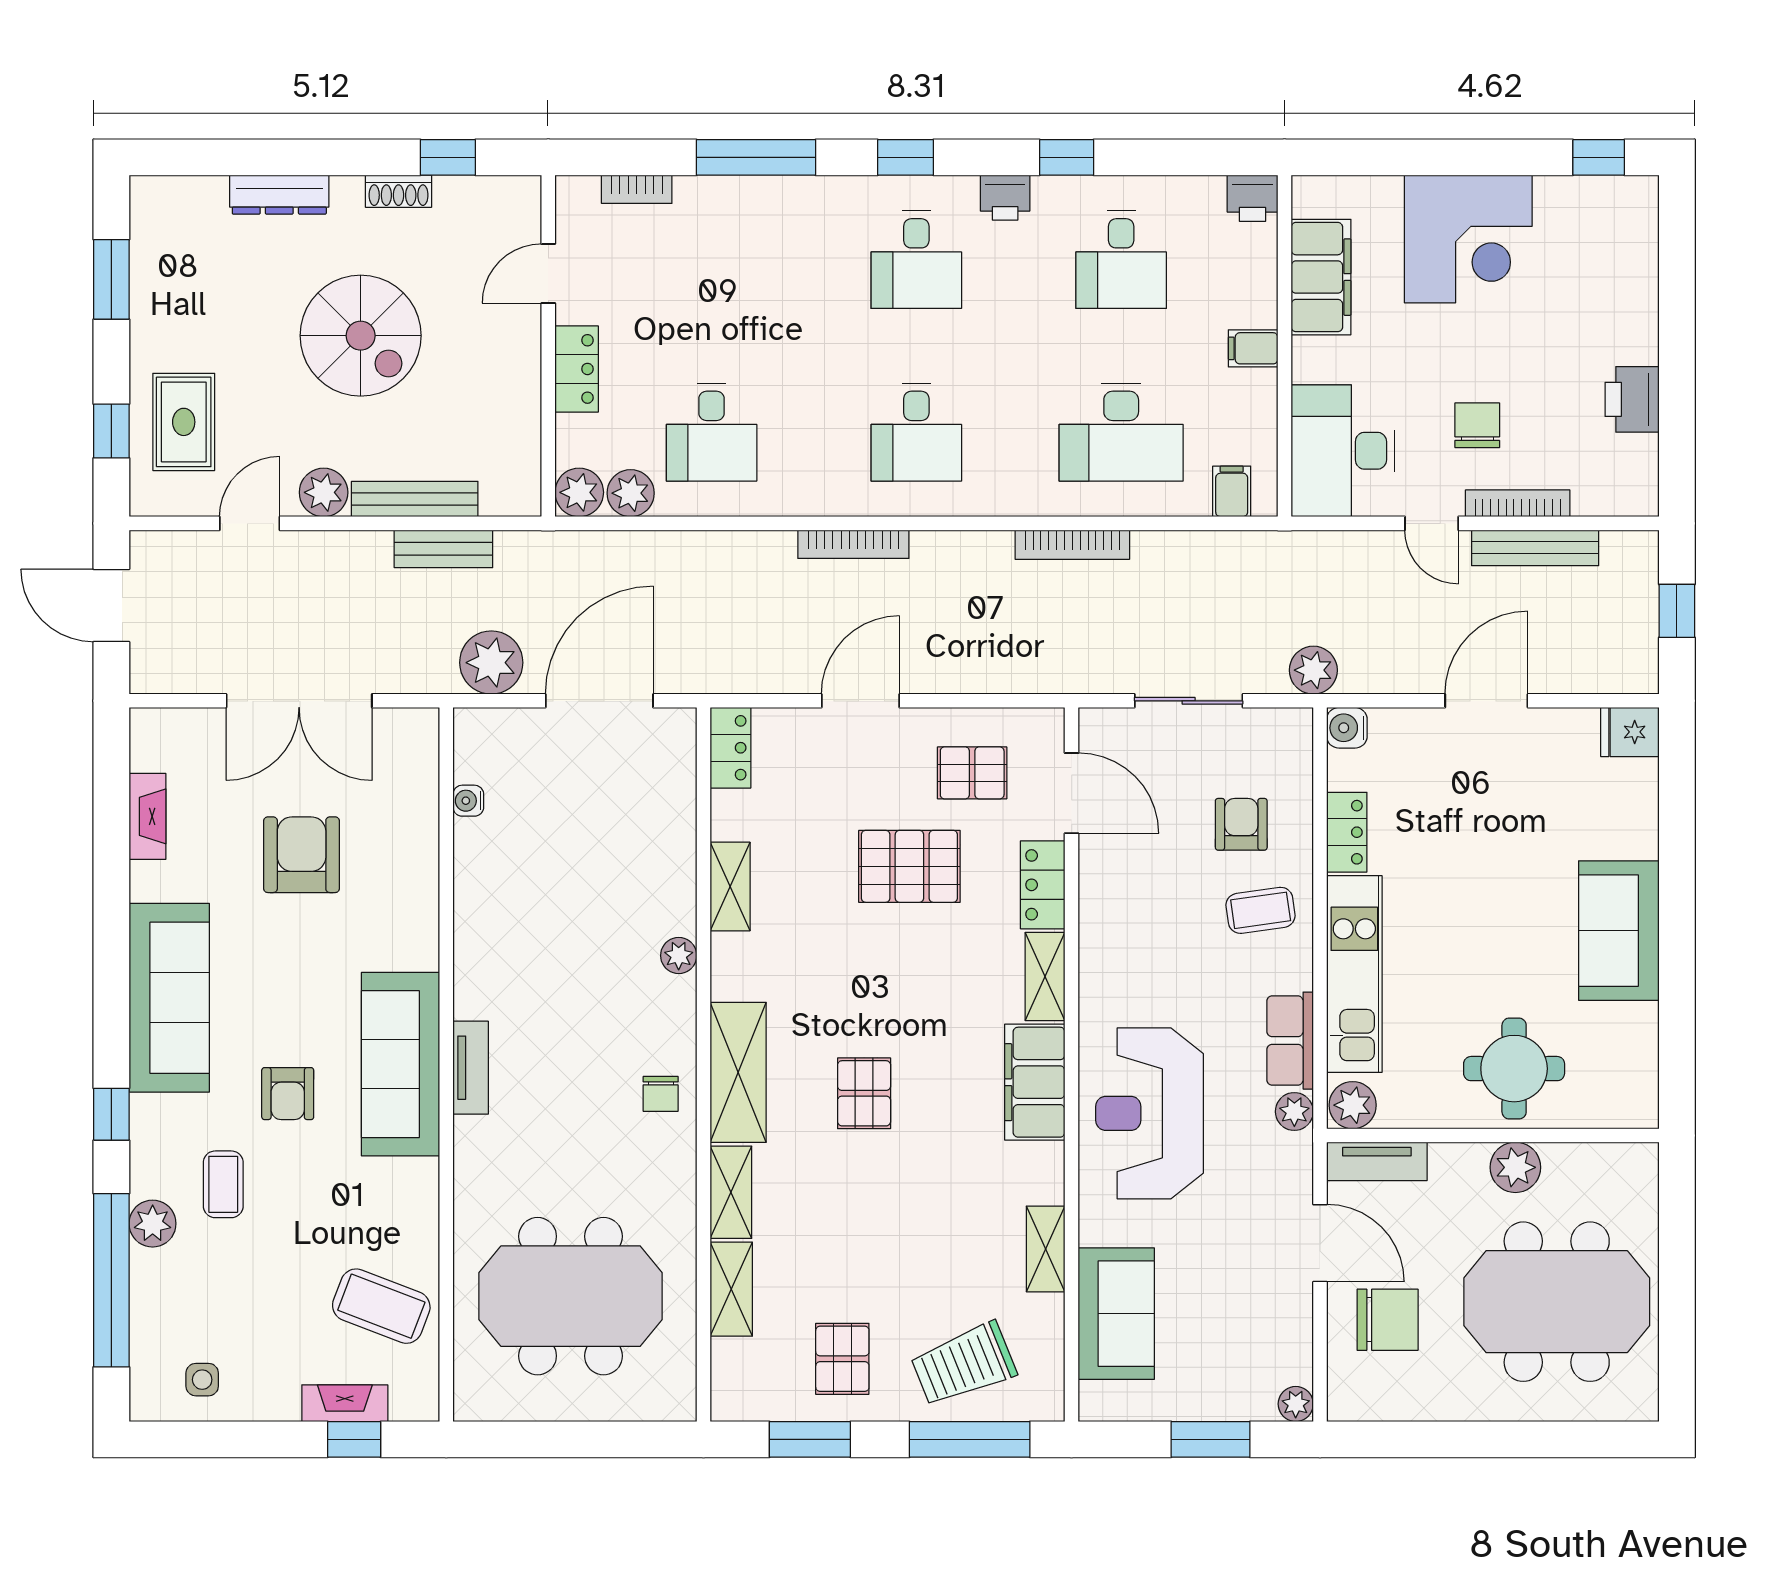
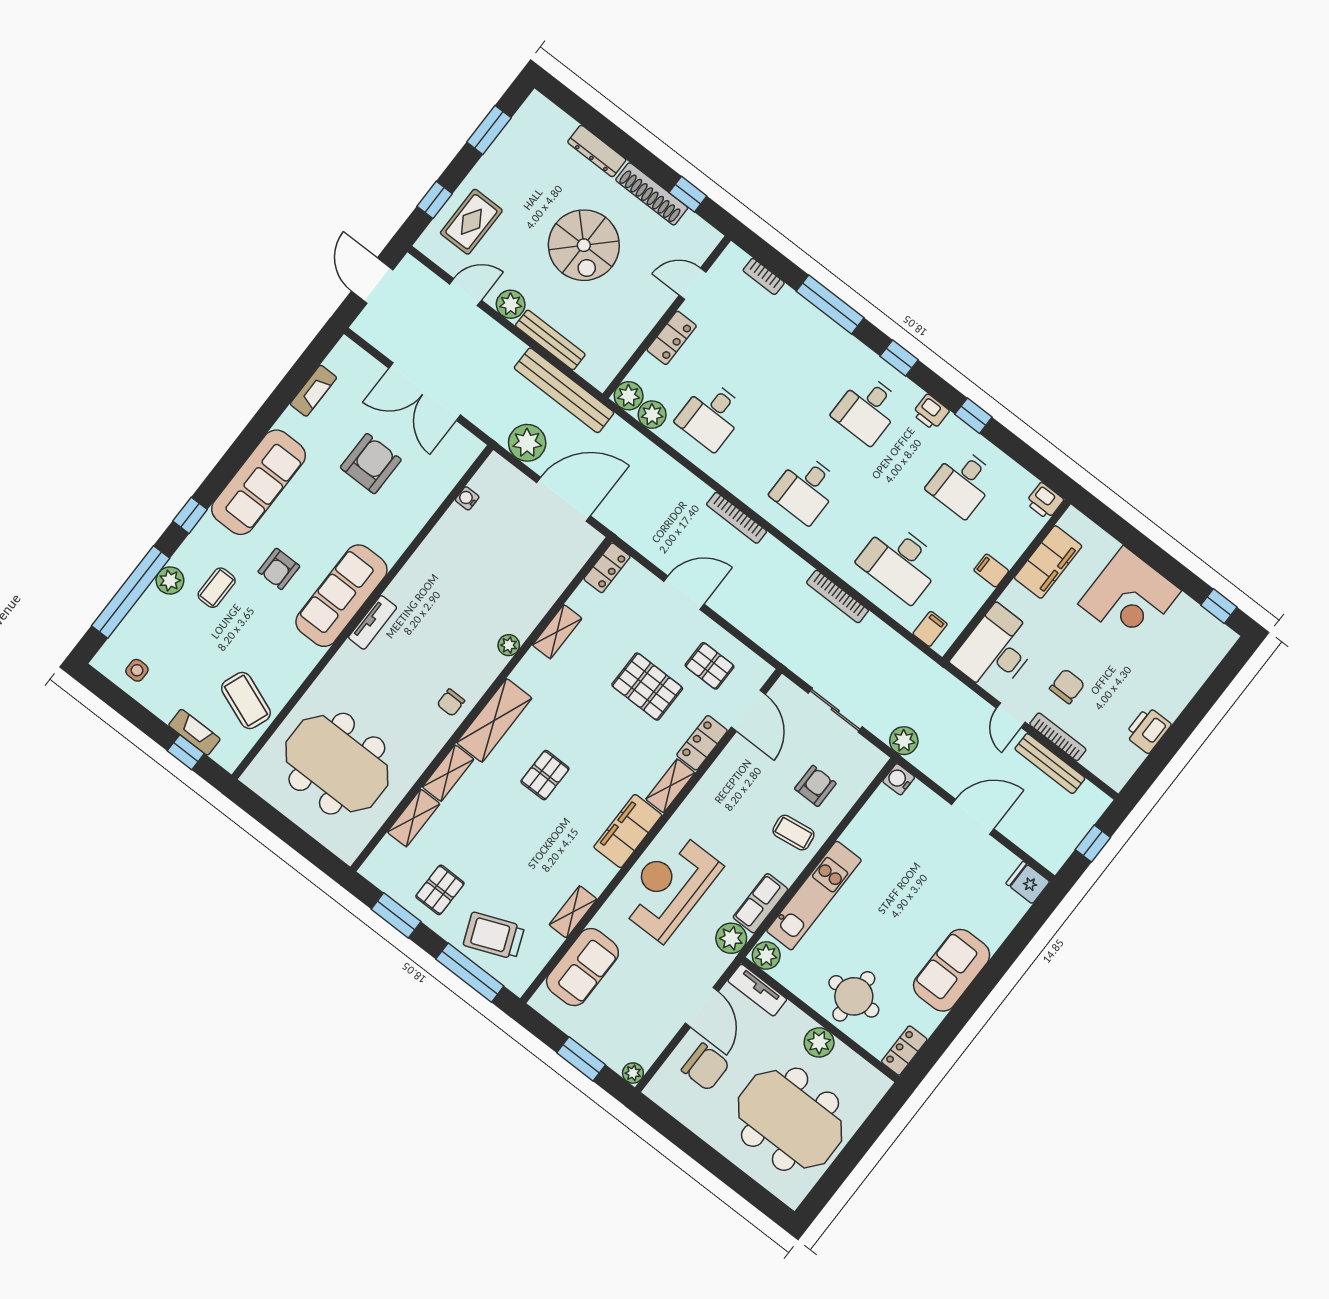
shoe rack: (399, 191) -> (652, 194), width x1.94, depth x1.24
bench: (443, 549) -> (564, 390), width x1.86, depth x1.21
locker: (1347, 832) -> (904, 1051), moved, turned 180
plant: (1294, 1112) -> (731, 938), width x1.38, depth x1.38

